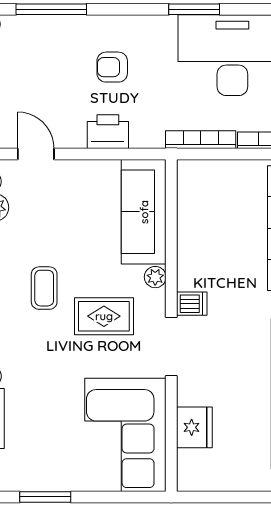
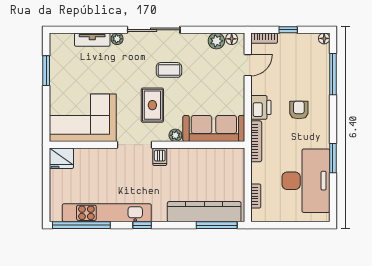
bookcase: (201, 140) -> (256, 141), moved
fridge: (194, 427) -> (61, 158), moved

